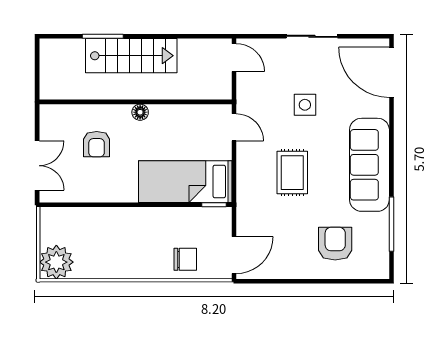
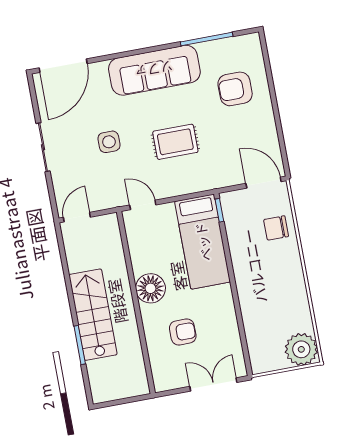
floor lamp: (140, 112) -> (150, 288), width x1.89, depth x1.89
door: (234, 127) -> (143, 205), hinge flipped
chair: (185, 259) -> (276, 228), turned -90

